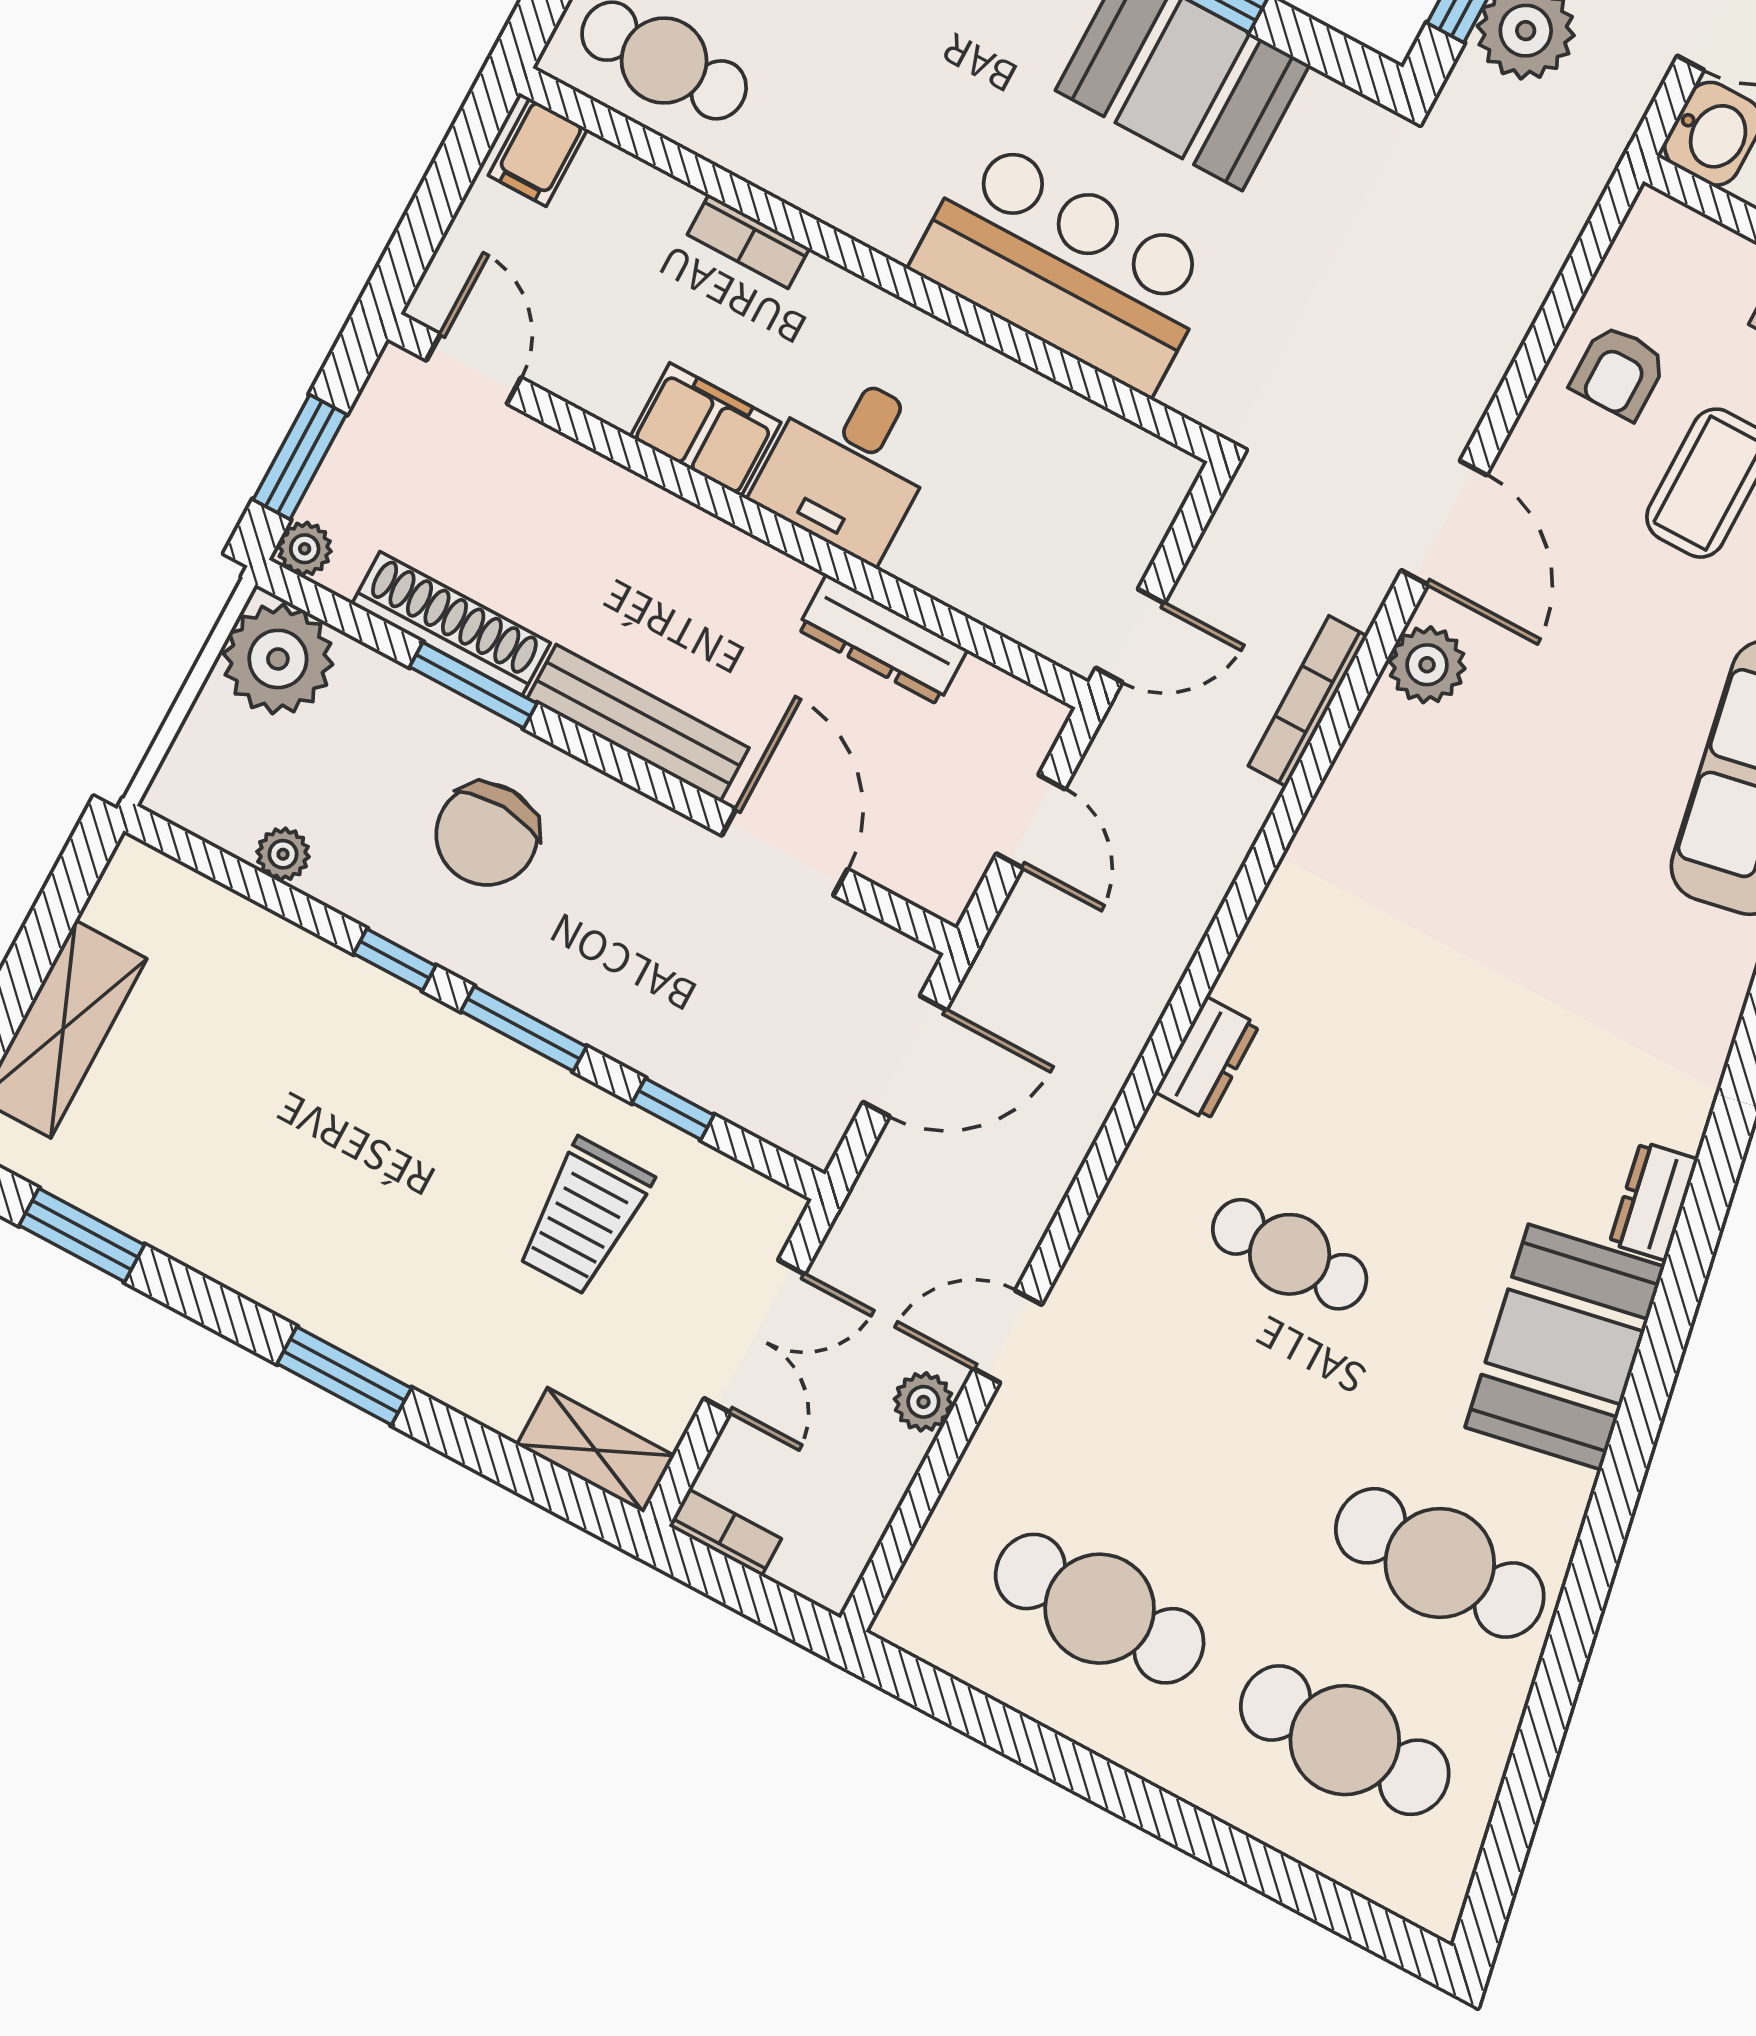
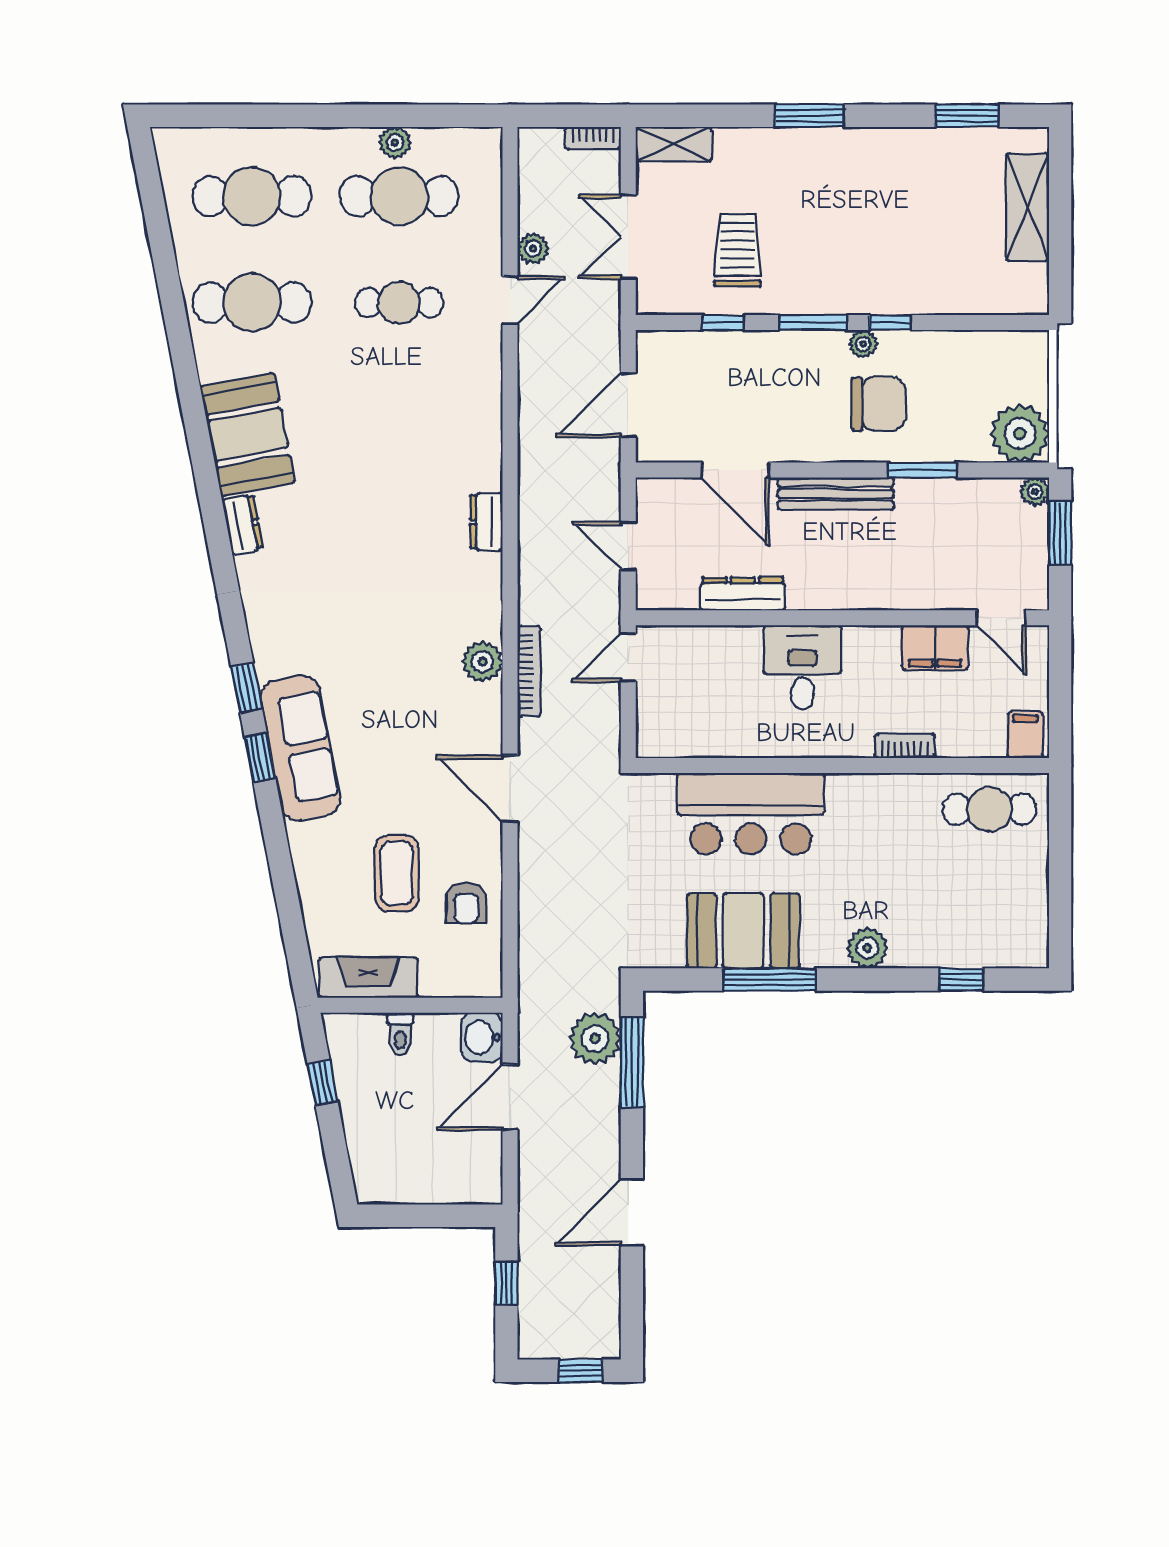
armchair: (1619, 372) -> (466, 903), turned 180
filing cabinet: (705, 430) -> (935, 647), moved
shoe rack: (451, 624) -> (948, 493), removed
plant: (1427, 665) -> (482, 662), moved
chair: (487, 834) -> (879, 404), turned 87
plant: (283, 854) -> (863, 344), moved
dresser: (1207, 1059) -> (487, 522), moved
cafe table: (1290, 1254) -> (399, 302), moved
plant: (1059, 1702) -> (395, 143), added

